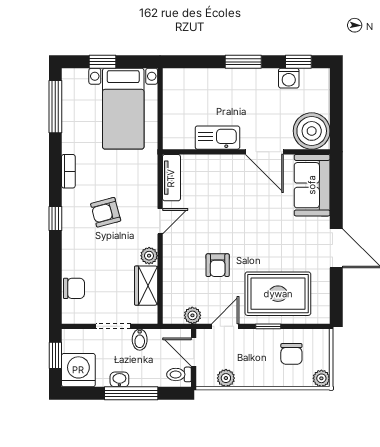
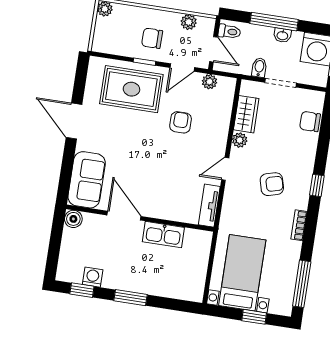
boiler: (312, 131) -> (73, 219), width x0.54, depth x0.54
chair: (291, 354) -> (152, 38), moved, turned -90

